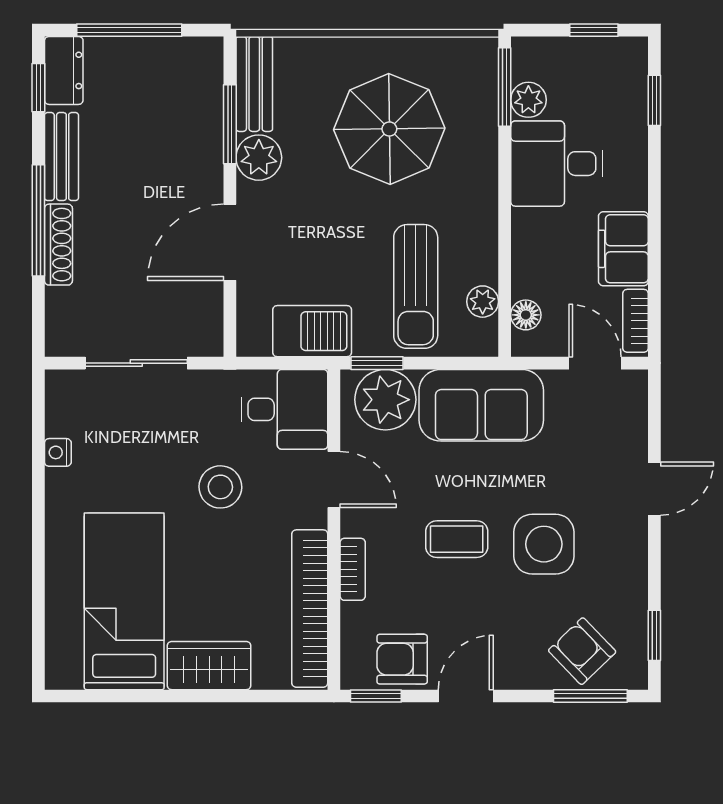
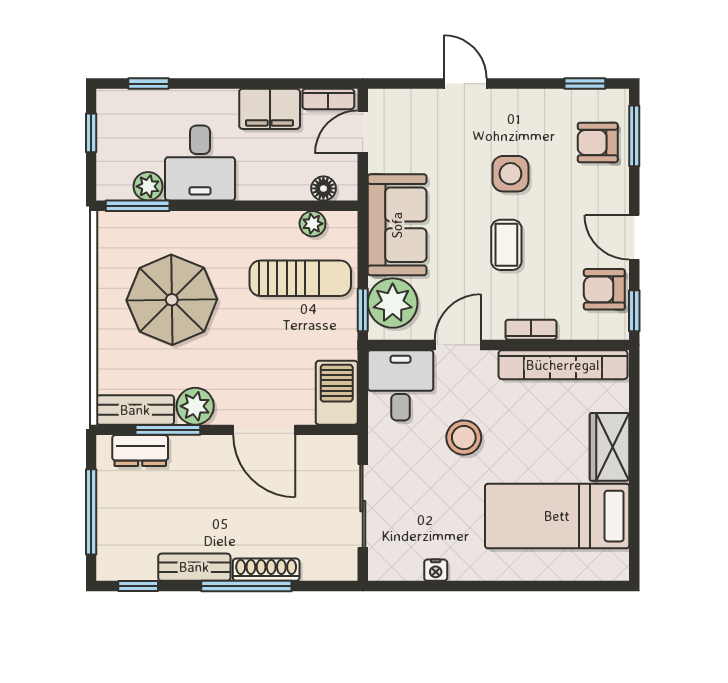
dresser: (64, 70) -> (140, 451), moved, turned 180
barbecue: (312, 331) -> (337, 393), moved
side table: (544, 544) -> (510, 174), width x0.73, depth x0.73
armchair: (582, 651) -> (598, 142), turned 44
armchair: (402, 659) -> (604, 289), turned 90

